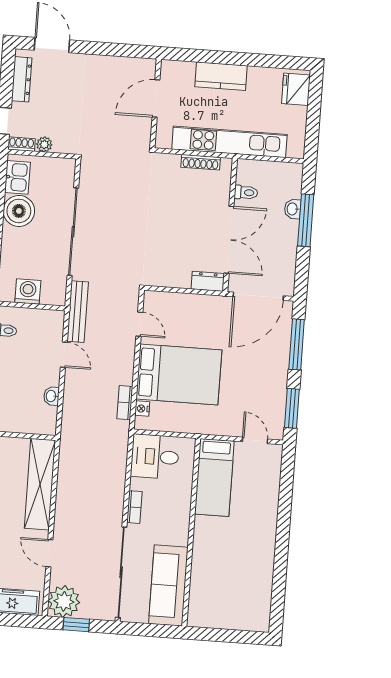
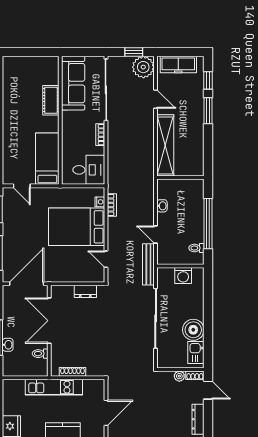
kitchen unit: (229, 142) -> (54, 387), width x0.73
dresser: (208, 281) -> (85, 291), moved
cot: (203, 563) -> (51, 100), added

